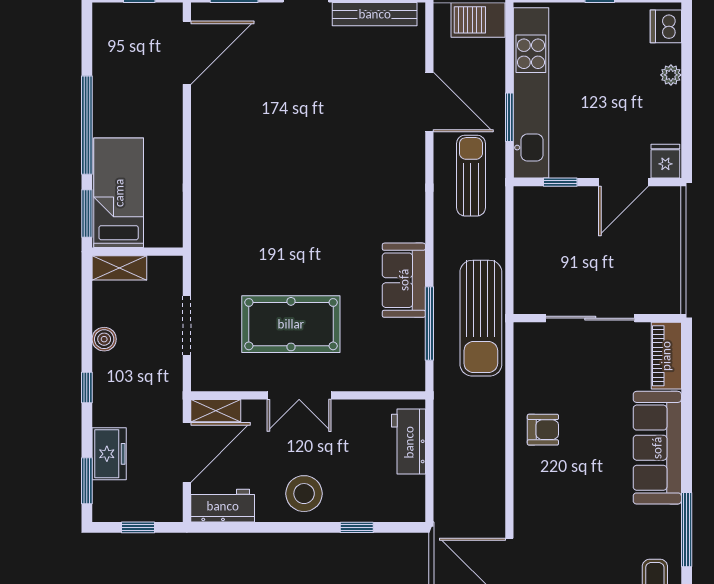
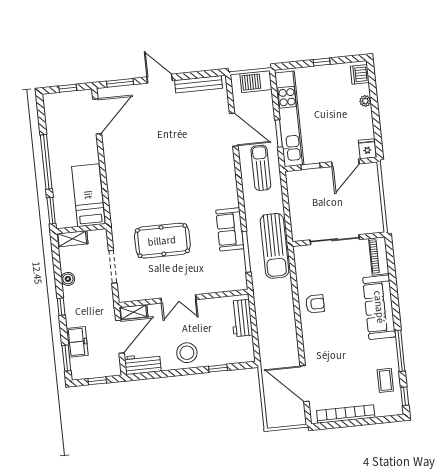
bed: (119, 193) -> (88, 195), moved
pool table: (291, 324) -> (162, 241), moved

